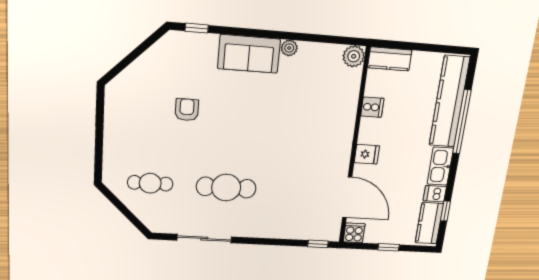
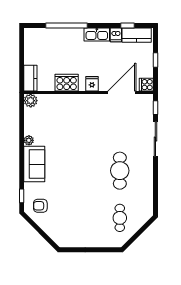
kitchen counter: (449, 102) -> (54, 36), removed
cooker: (372, 107) -> (67, 83), width x1.87, depth x1.31
armchair: (187, 110) -> (40, 206), moved
sliding door: (204, 239) -> (155, 139), moved

